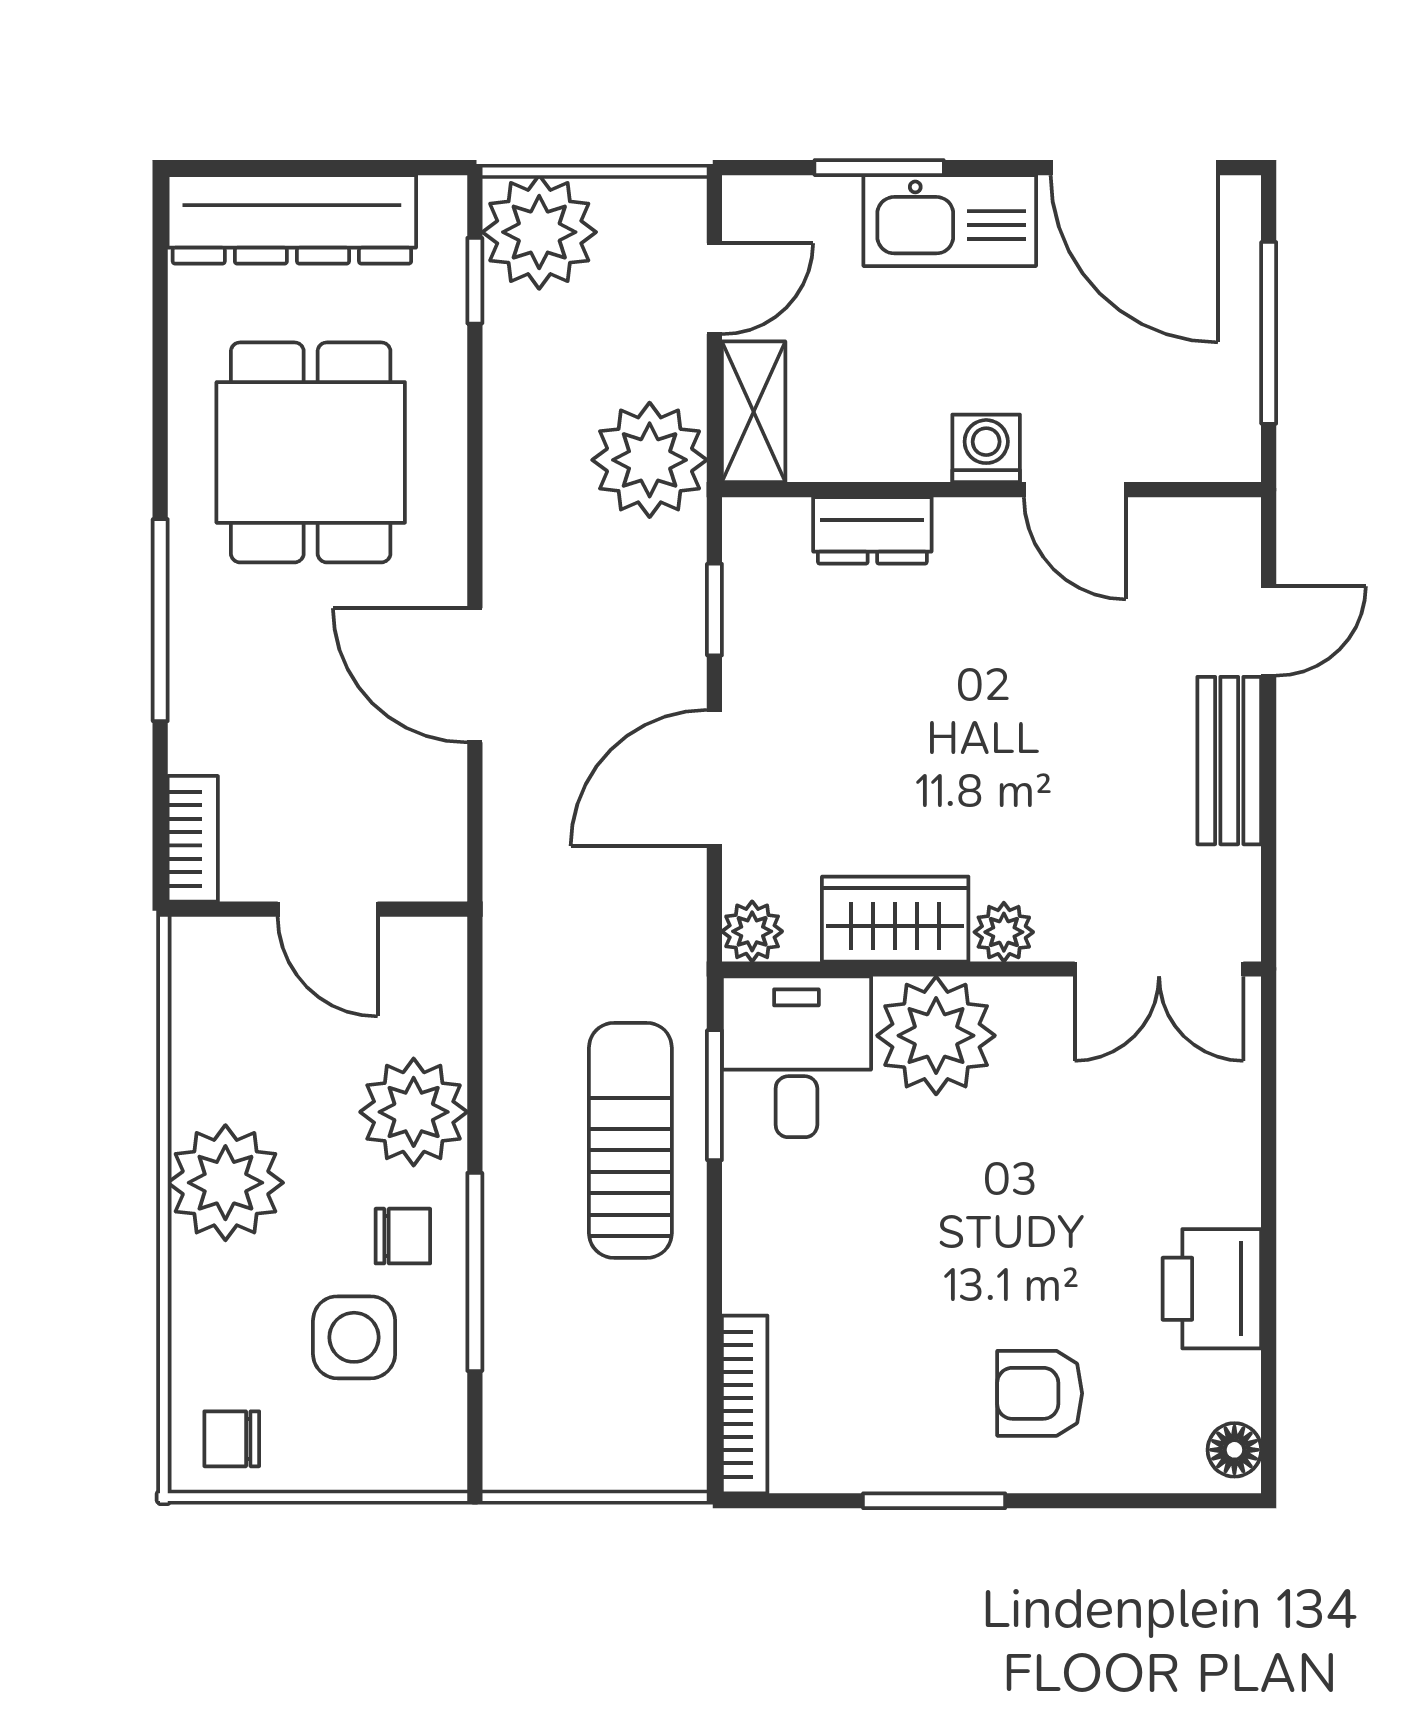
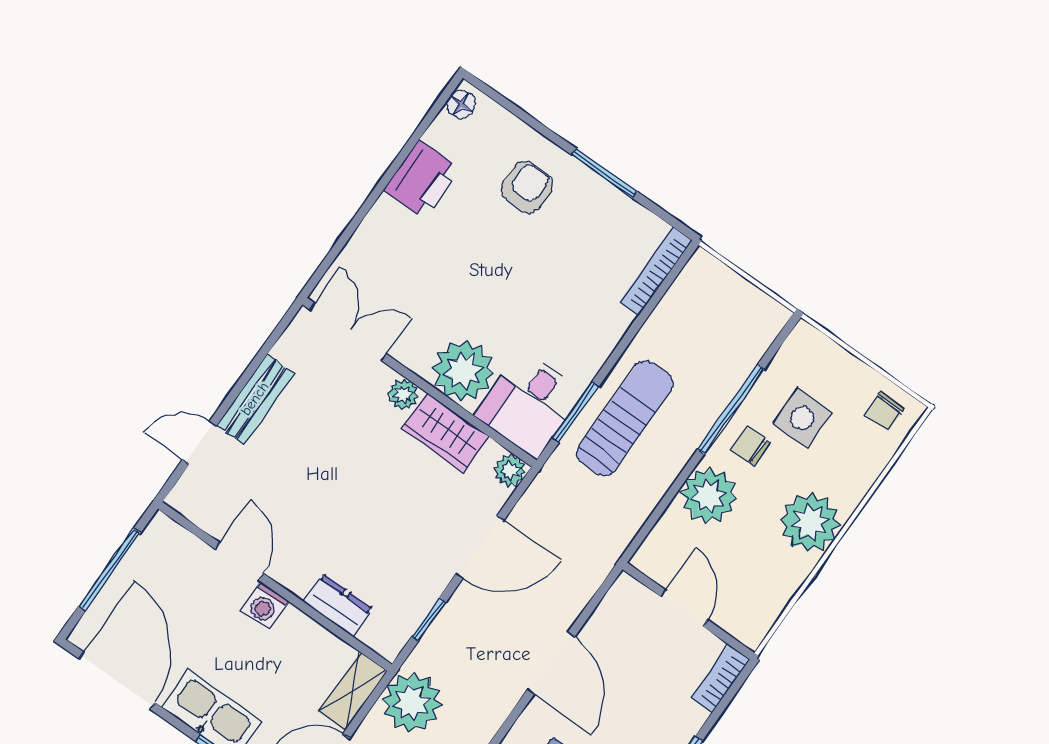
sun lounger: (630, 1140) -> (625, 418), turned 180
armchair: (1040, 1393) -> (527, 187), turned -90
chair: (232, 1439) -> (885, 411), turned 90

